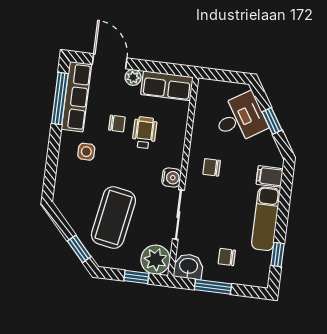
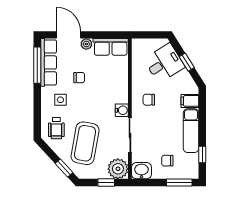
wheelchair: (144, 133) -> (56, 128), moved, turned 180
window: (213, 287) -> (179, 183), moved

